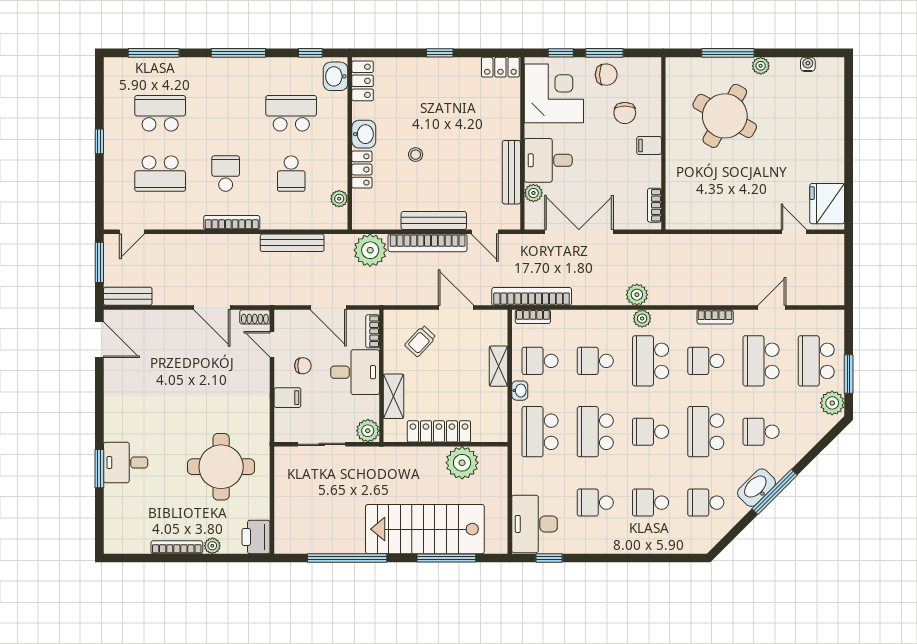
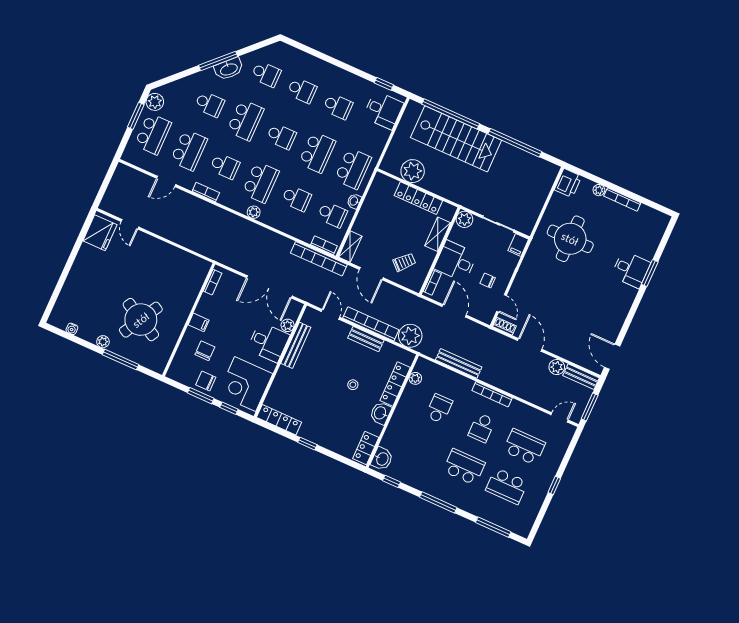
locker: (500, 67) -> (279, 420), width x1.53
school desk: (291, 113) -> (464, 467), moved, turned 180
locker: (362, 169) -> (395, 384), width x1.53
bench: (434, 221) -> (366, 339), width x0.73
plant: (637, 295) -> (557, 367), moved
shelving: (499, 366) -> (350, 247), moved
filing cabinet: (287, 398) -> (518, 245), moved, turned -90
desk: (535, 524) -> (383, 110), width x0.73
window: (446, 558) -> (451, 114), width x1.46

